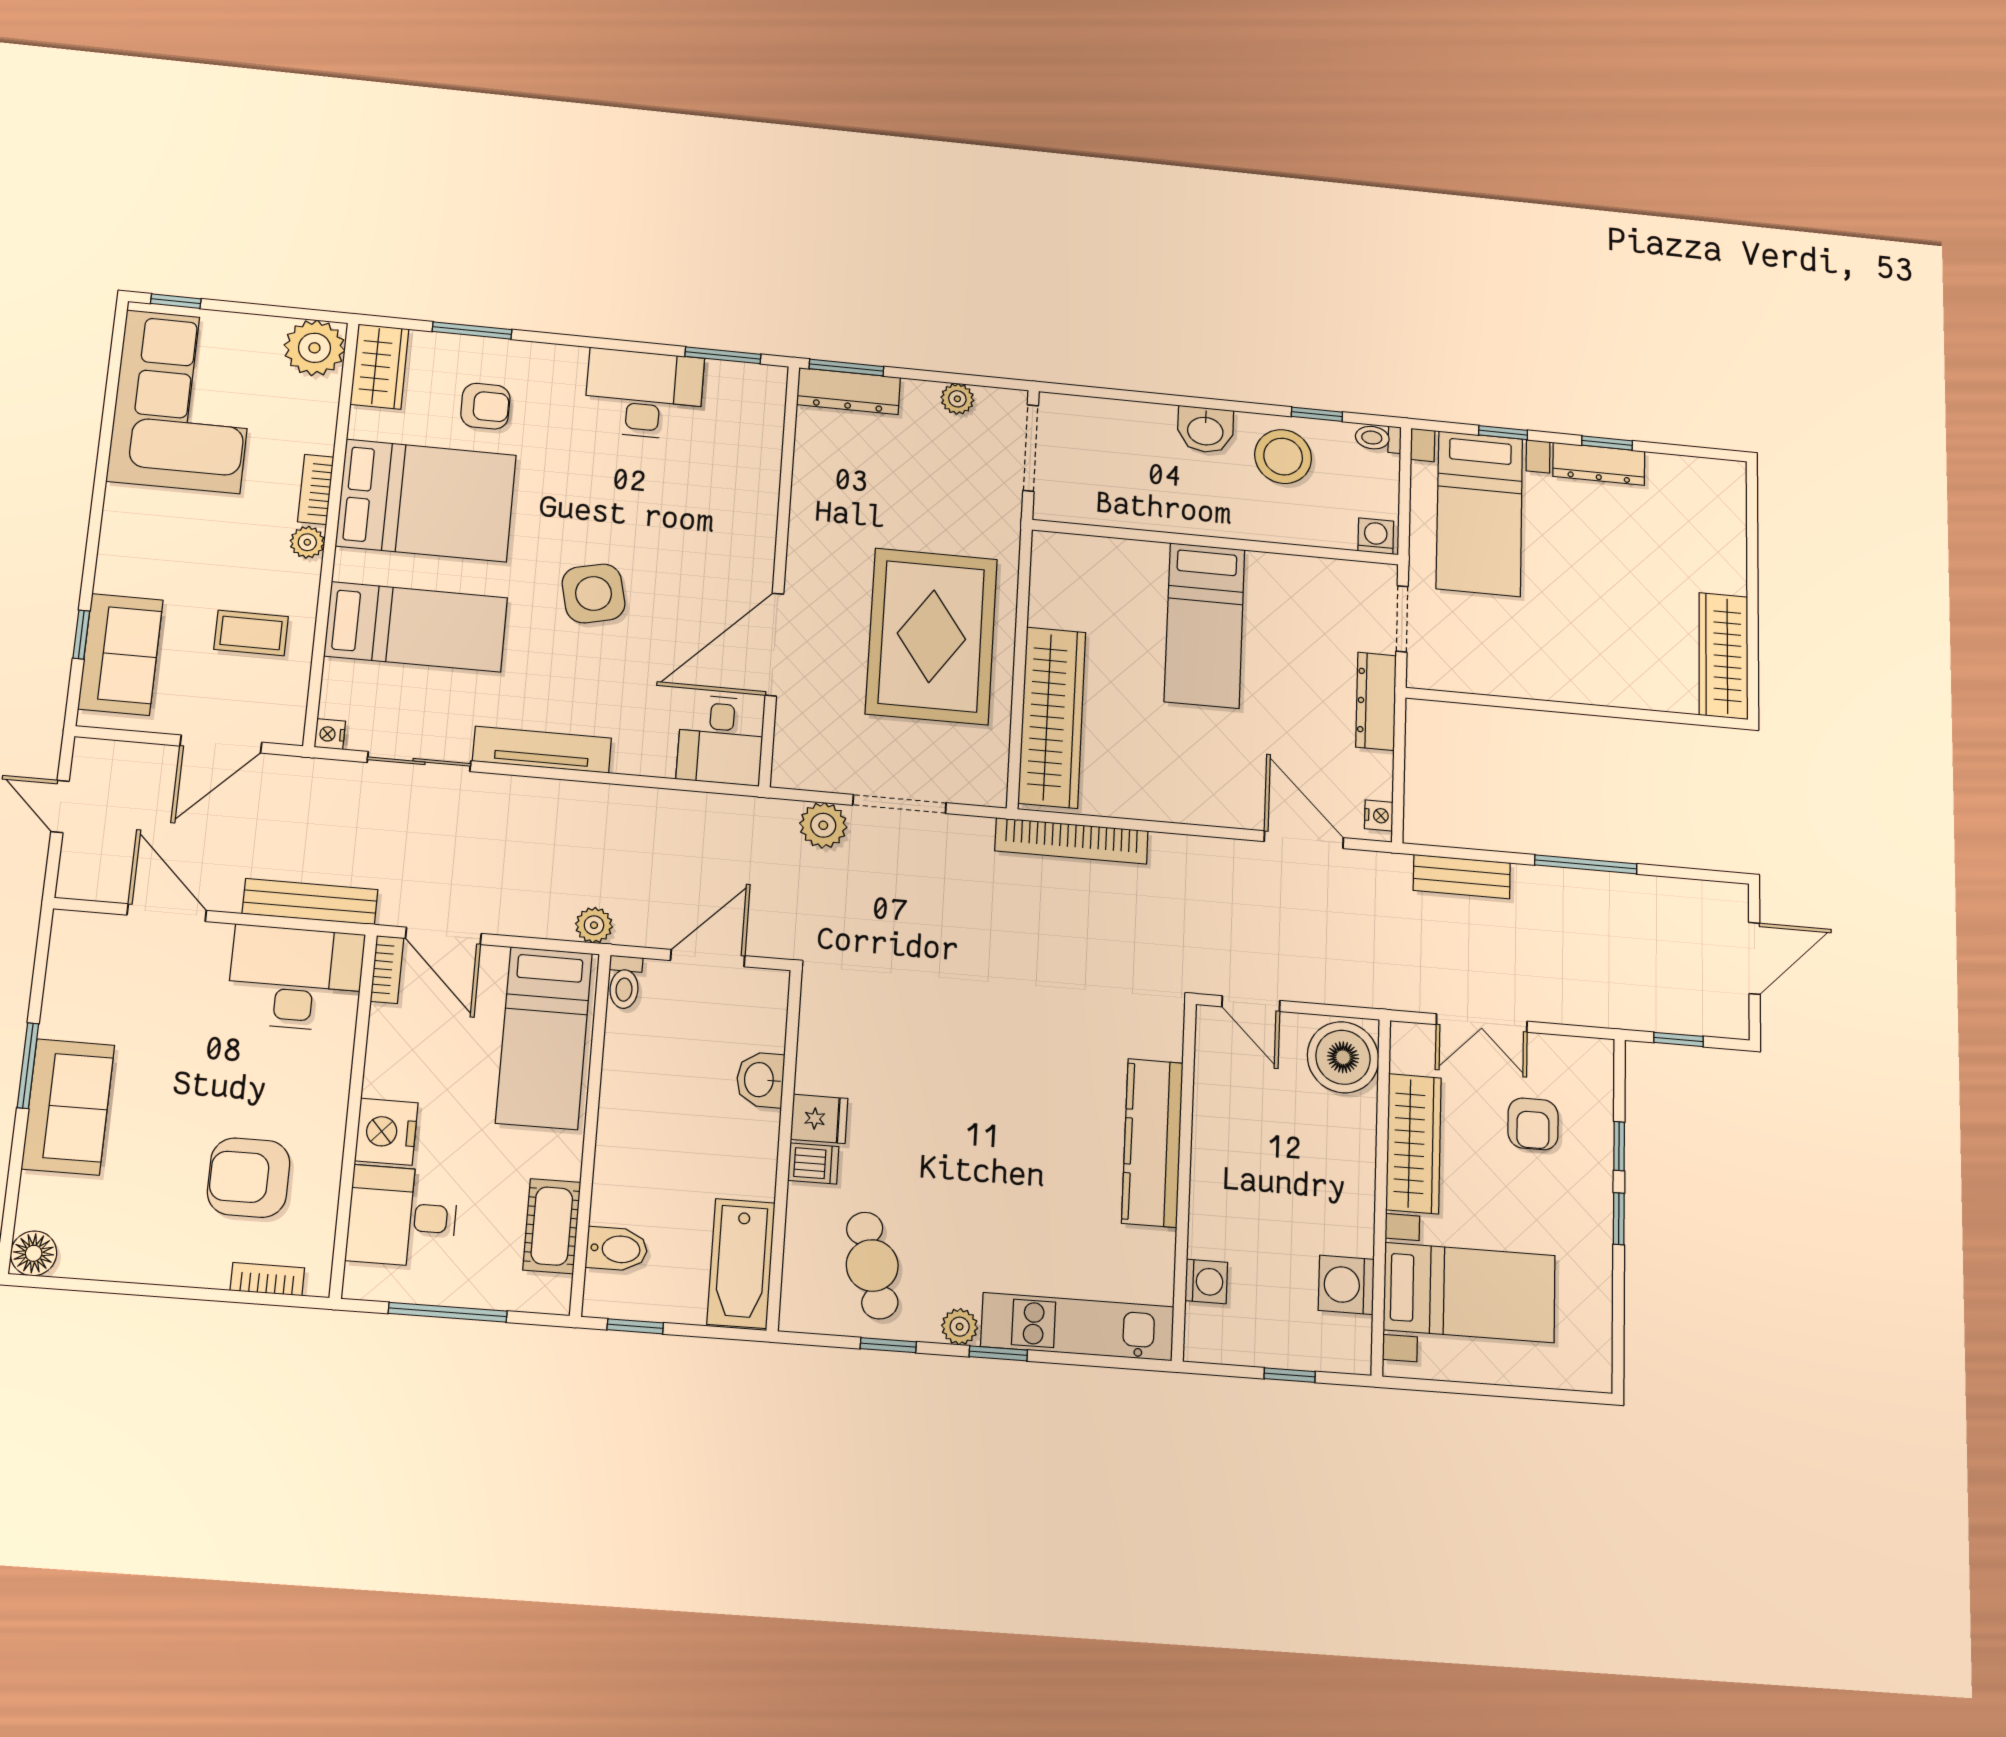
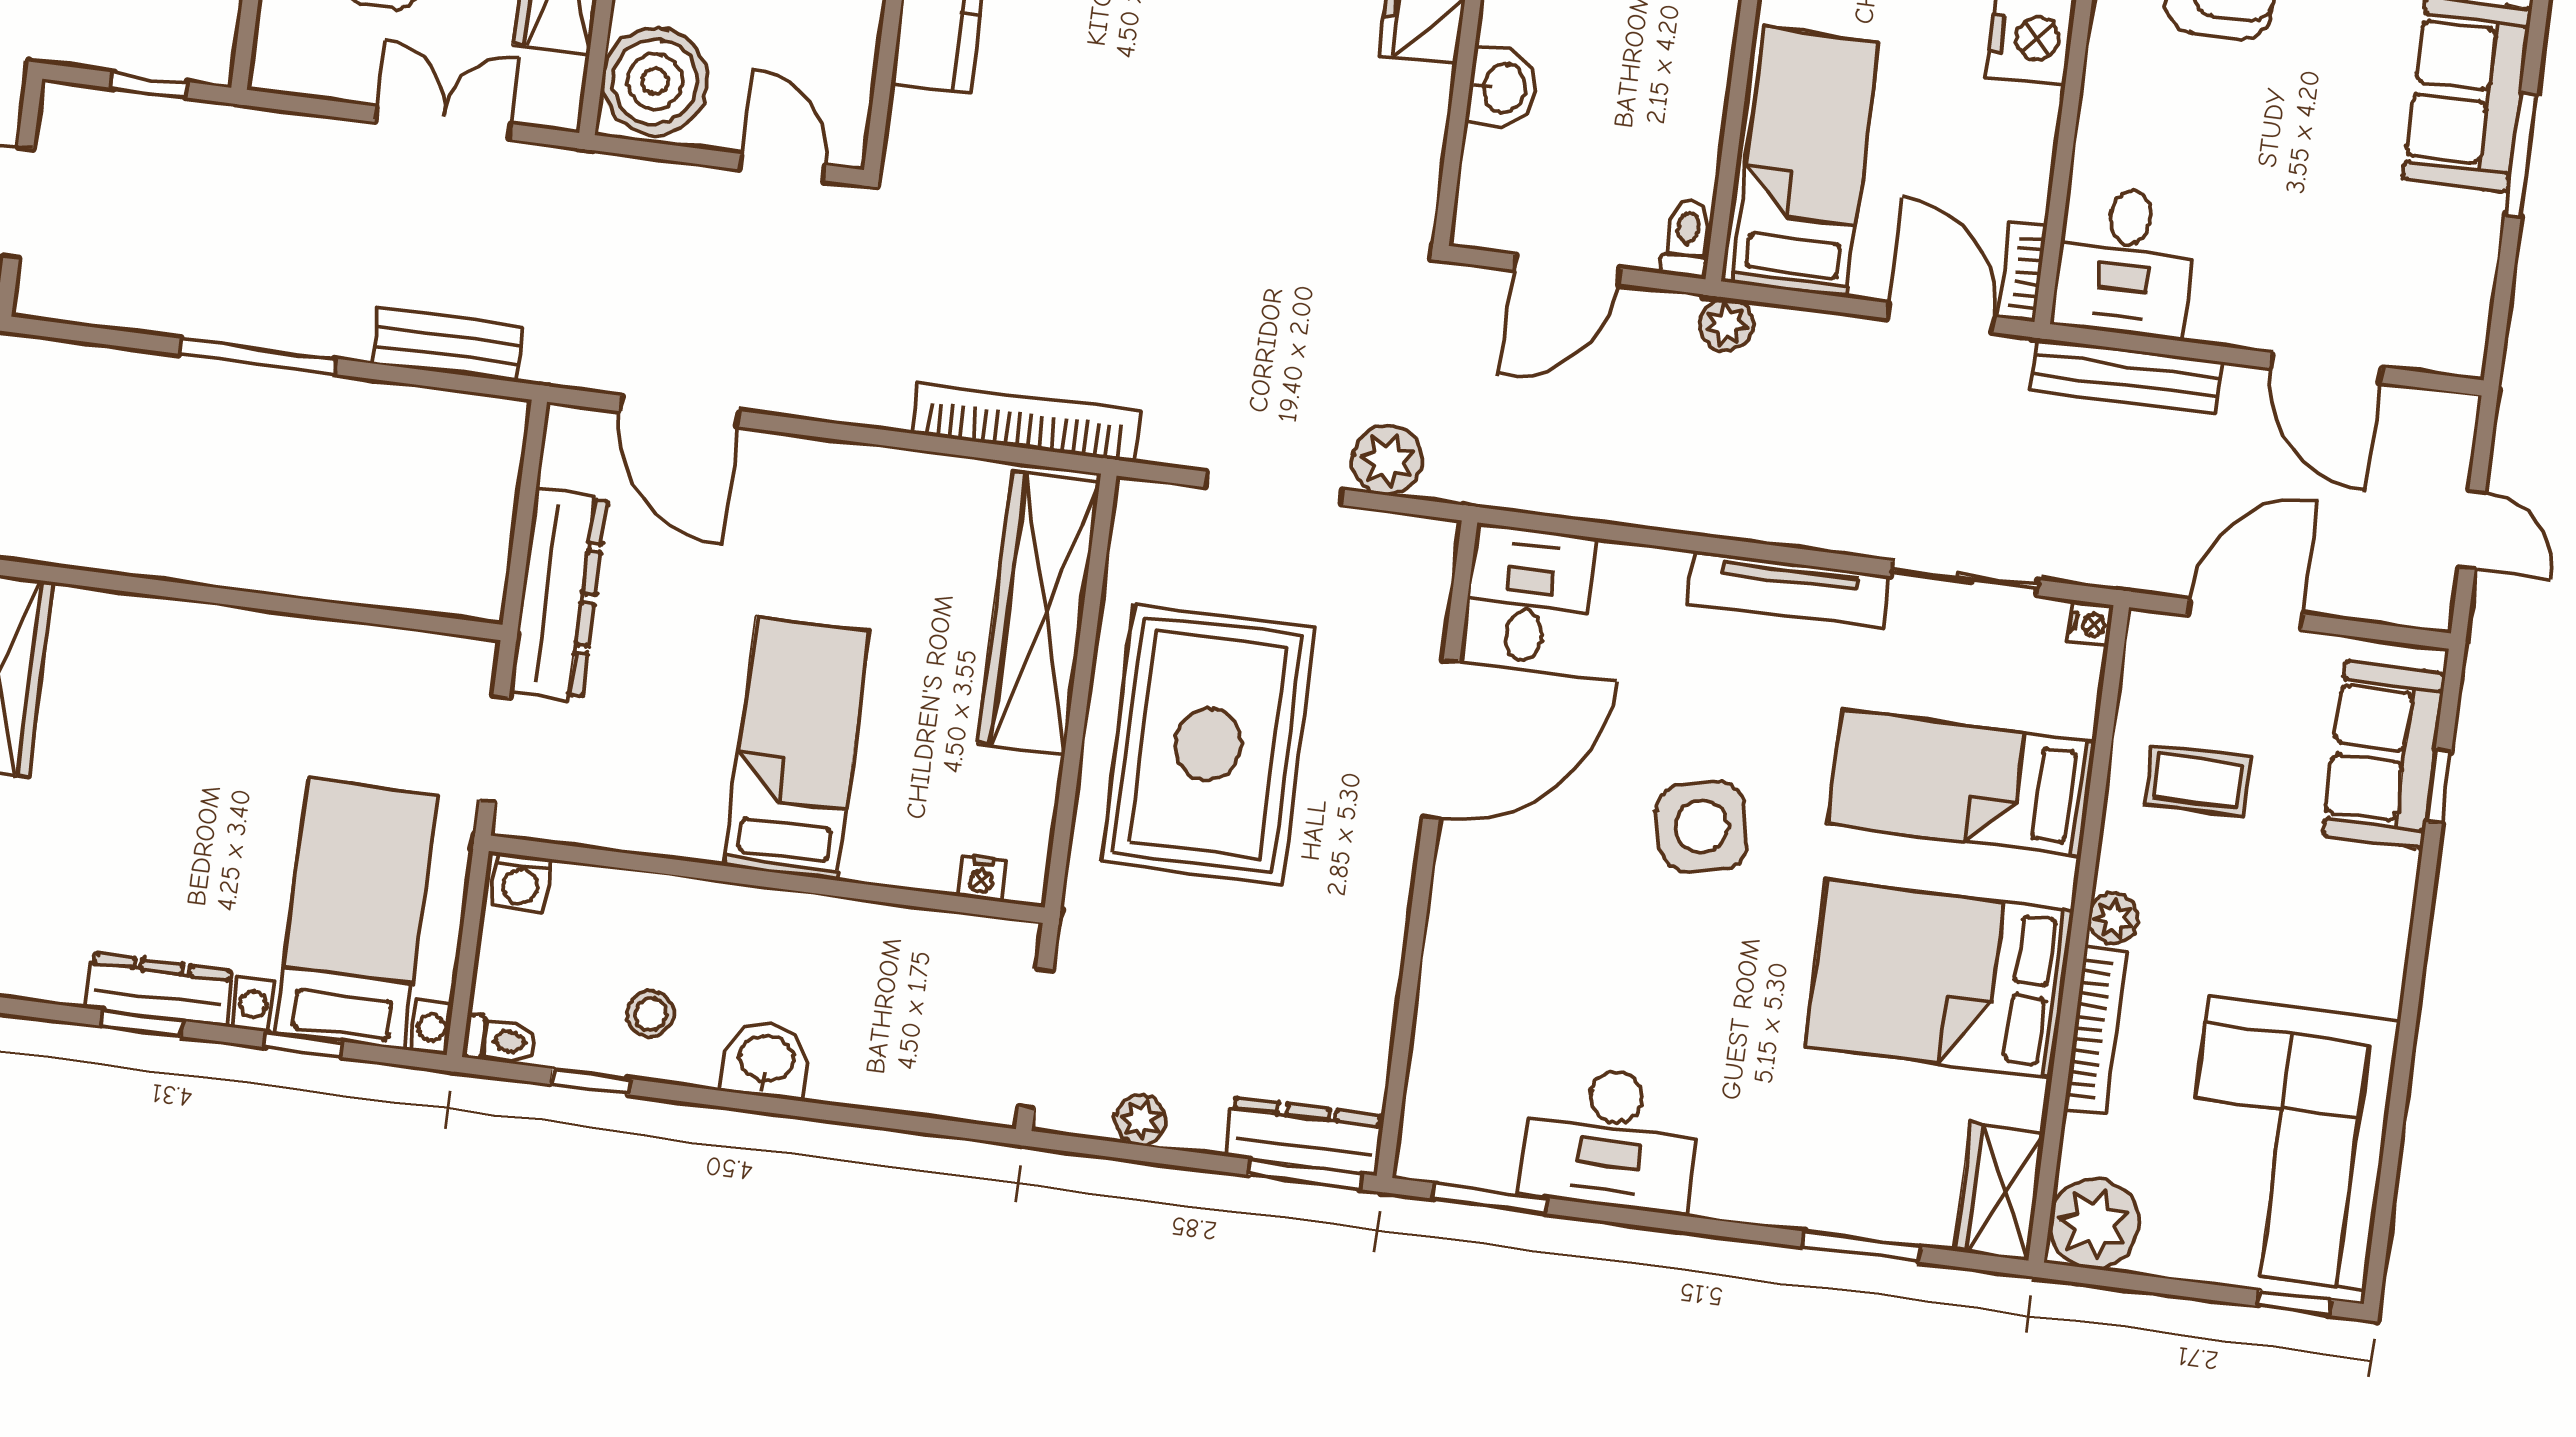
armchair: (485, 406) -> (1847, 1125), removed
stool: (1283, 457) -> (650, 1014), width x0.53, depth x0.53
bookcase: (316, 489) -> (2095, 1030), width x1.56
dresser: (1376, 701) -> (559, 595), width x1.37, depth x1.24
nightstand: (1379, 815) -> (981, 878), moved, turned -90
desk: (296, 978) -> (2125, 261), width x0.73

